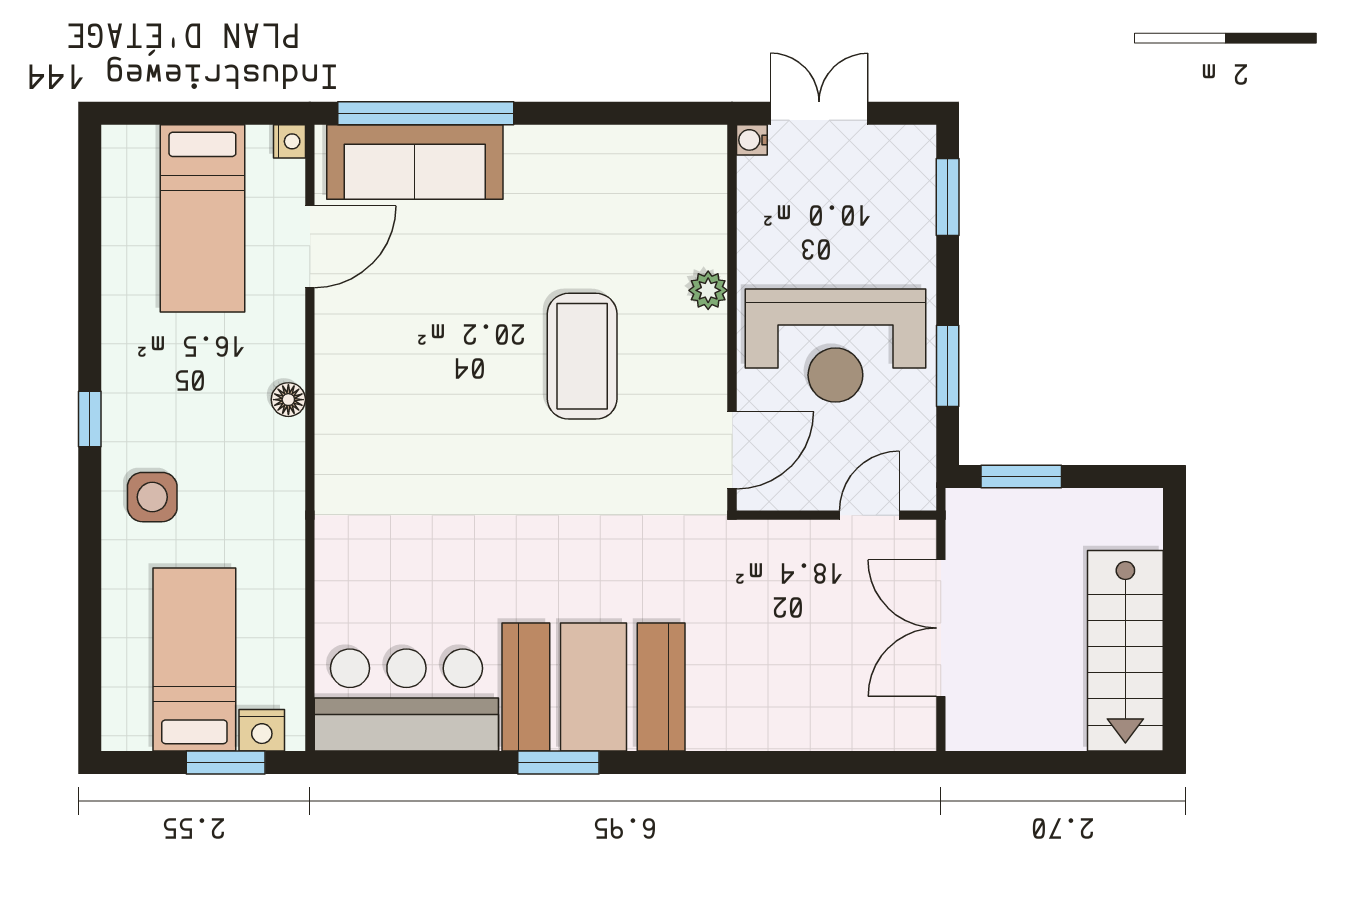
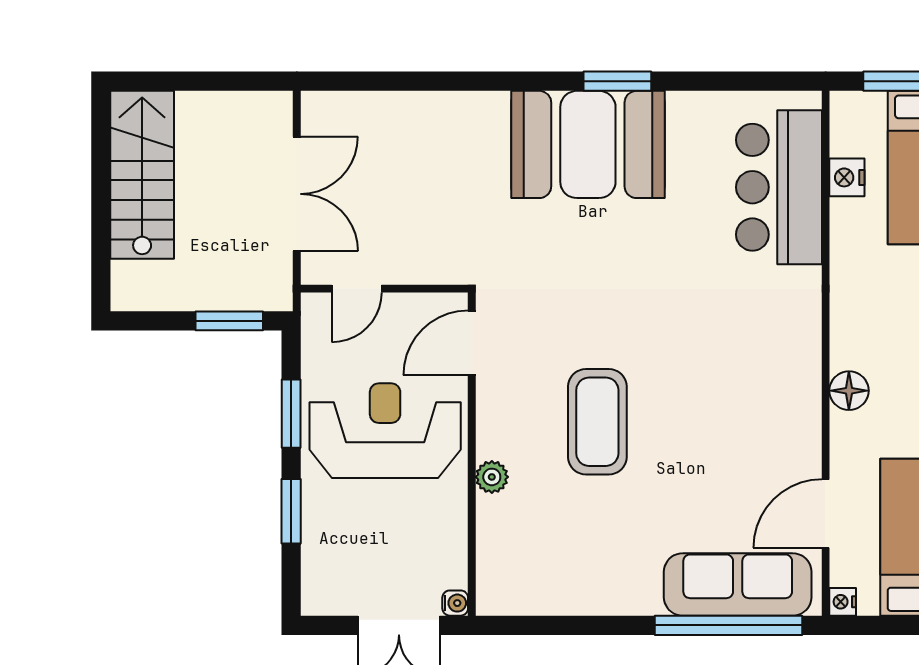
window: (948, 197) -> (291, 511), moved
floor lamp: (288, 400) -> (849, 391), width x1.37, depth x1.37
bar counter: (406, 700) -> (779, 187), moved, turned 90
nightstand: (262, 730) -> (847, 177), moved, turned -90

